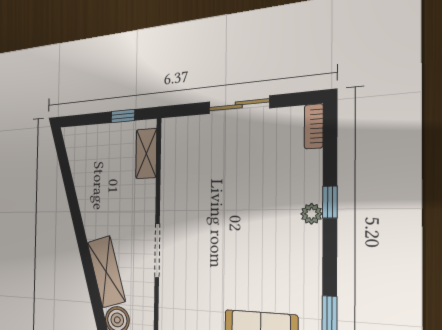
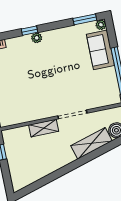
shelving: (146, 154) -> (44, 128), moved

